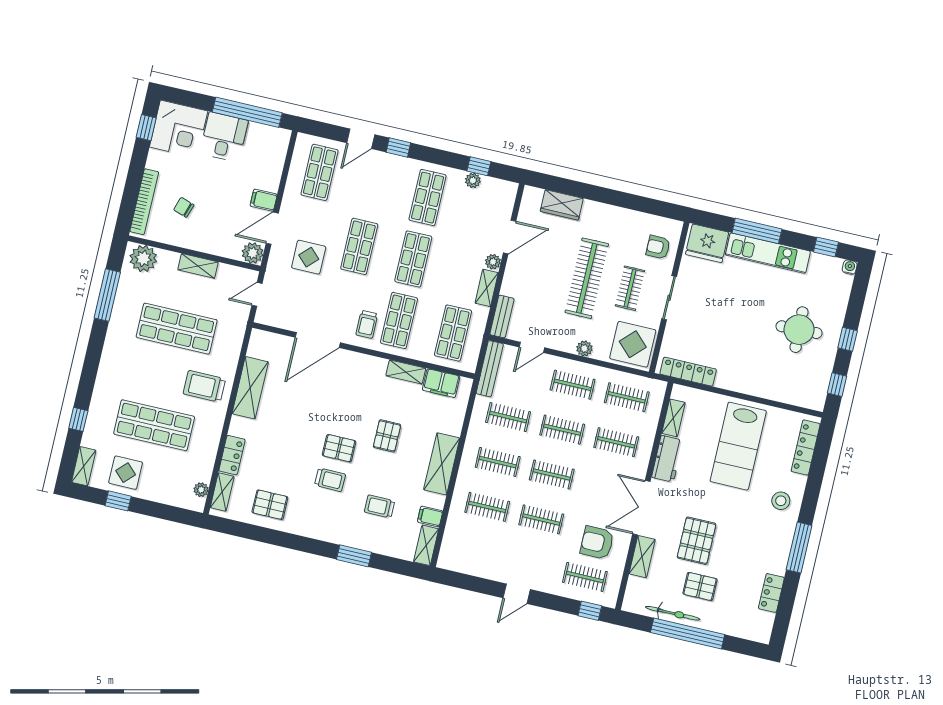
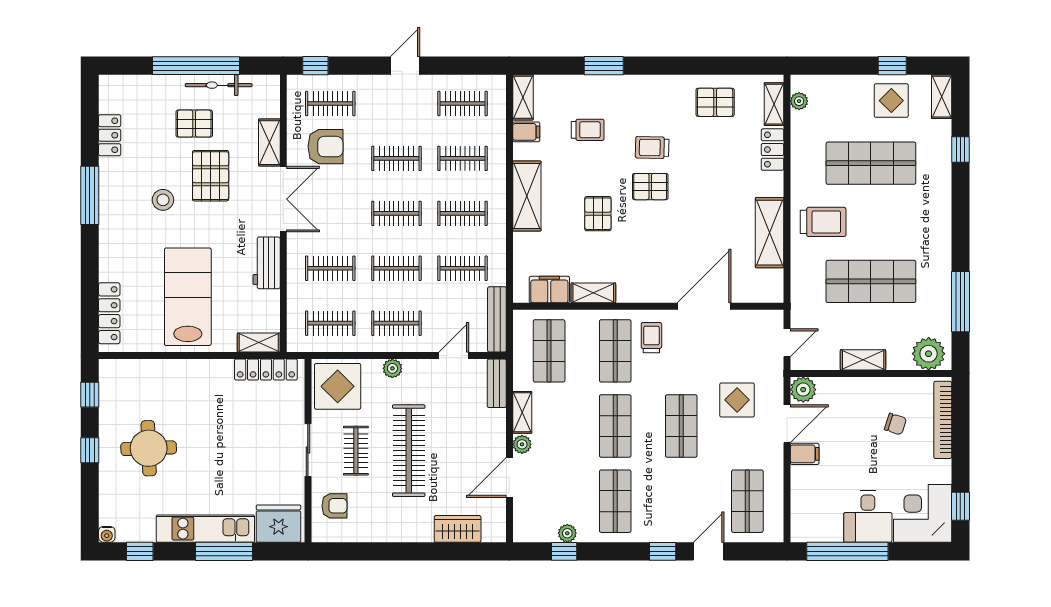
shelving: (673, 418) -> (259, 343), moved, turned 90
stool: (781, 501) -> (163, 200), moved
clothes rail: (477, 552) -> (463, 104), added

